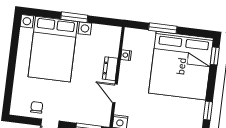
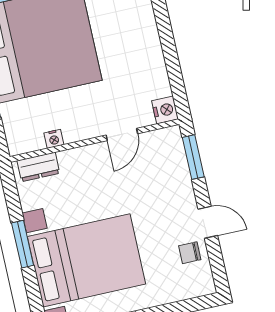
dresser: (110, 69) -> (38, 167), moved

